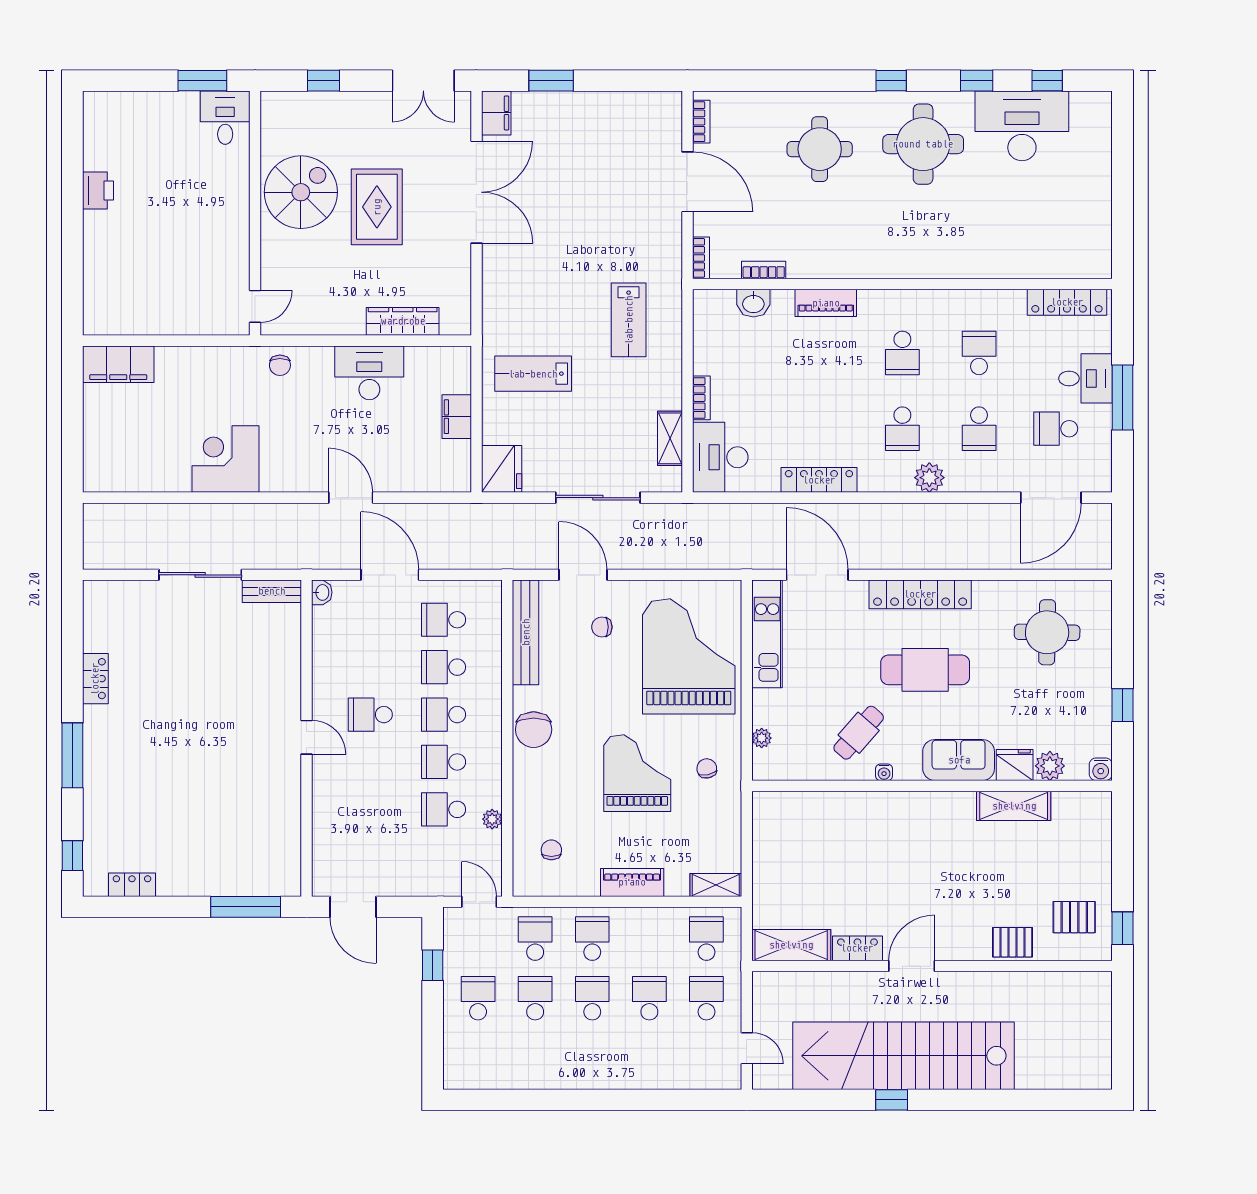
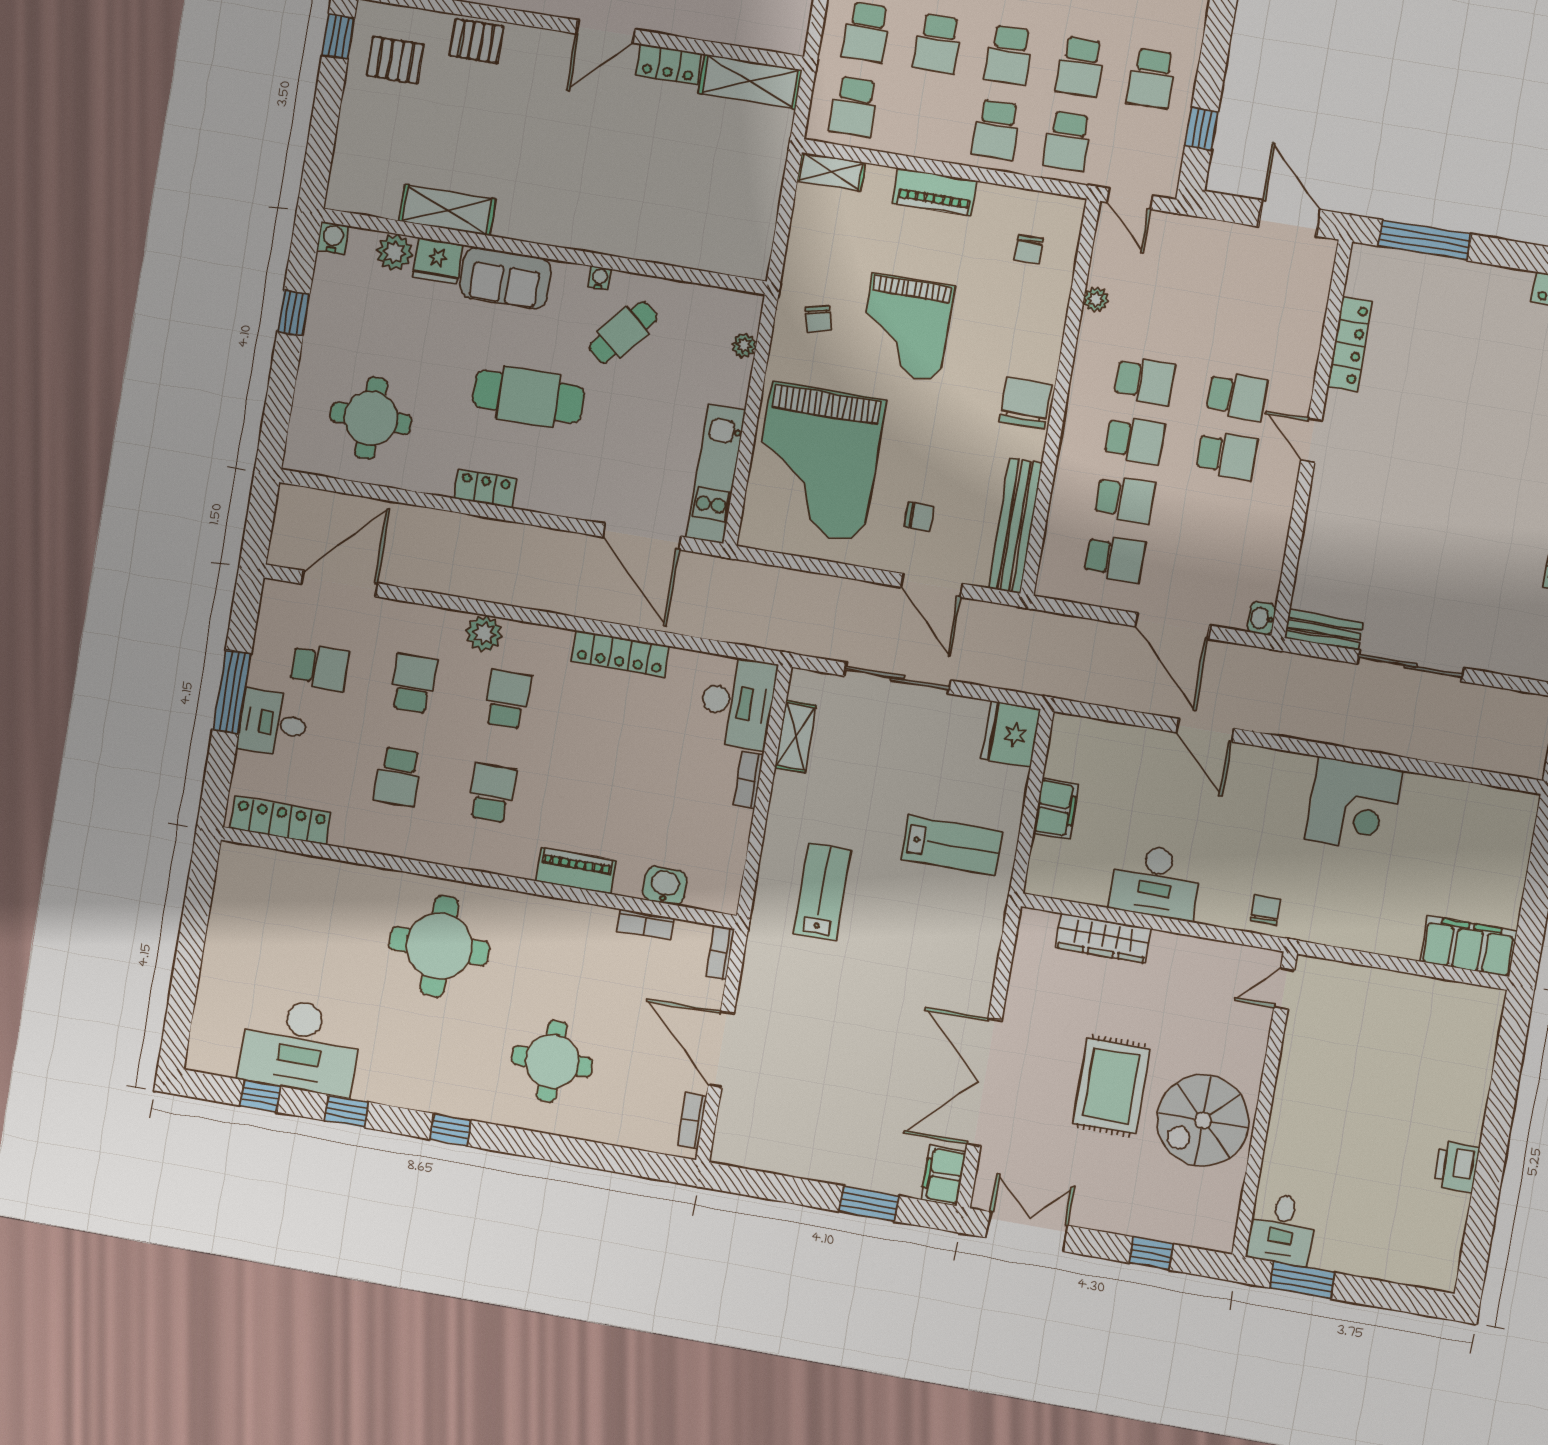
round table: (923, 144) -> (439, 946), moved
locker: (920, 594) -> (485, 488), width x0.46, depth x0.83
school desk: (444, 809) -> (1237, 396), moved
locker: (290, 817) -> (1350, 344), added

